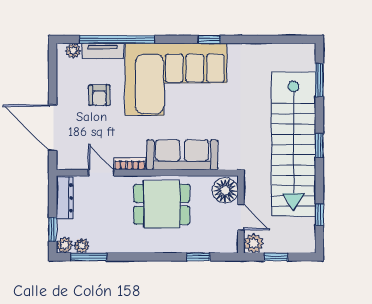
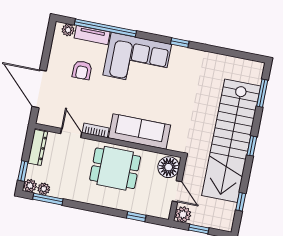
corner sofa: (176, 79) -> (137, 60), width x0.73, depth x0.74

